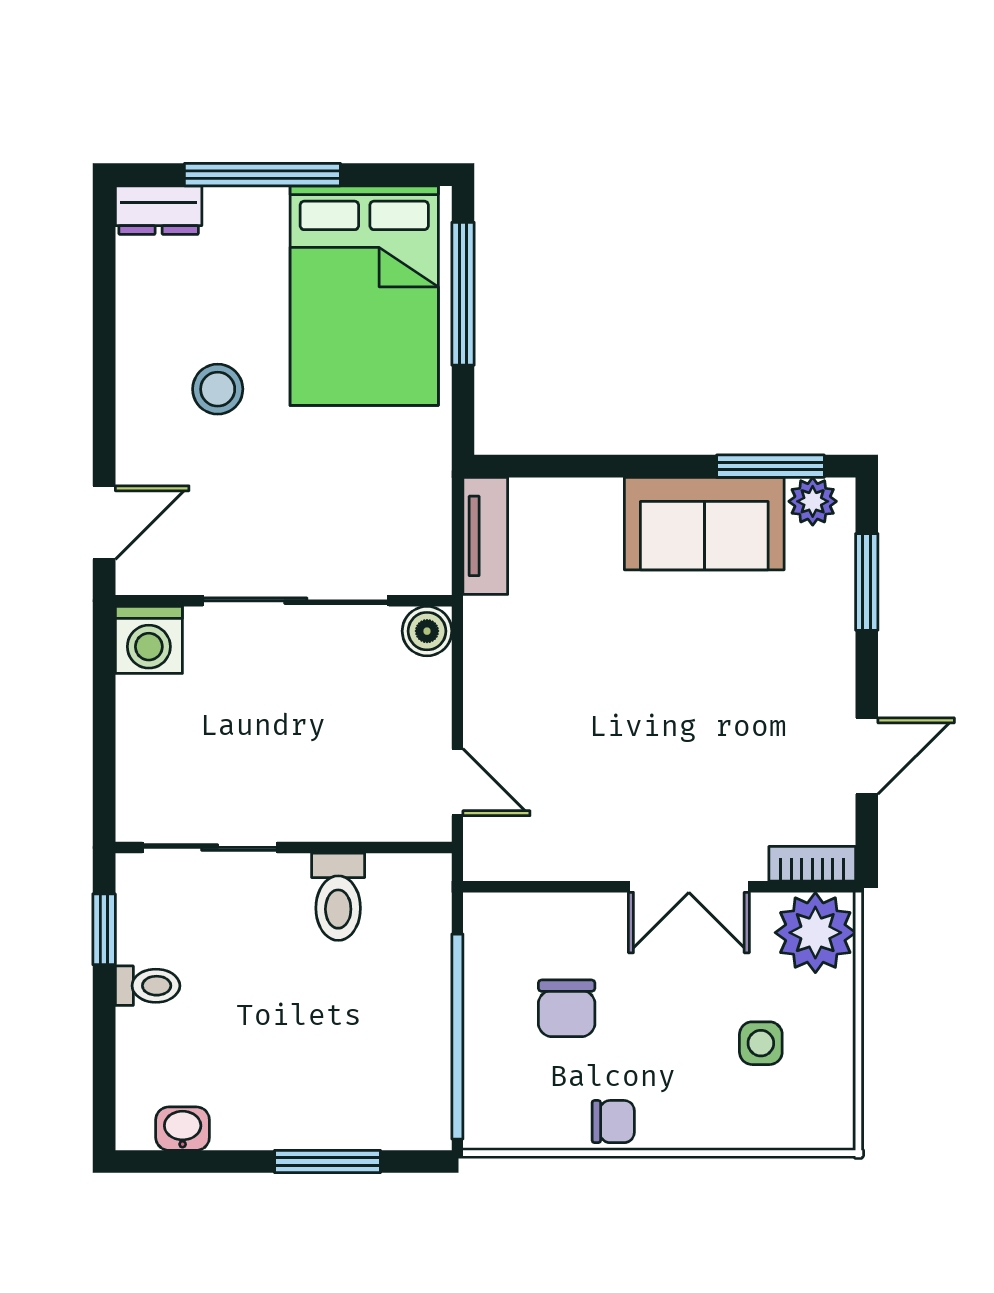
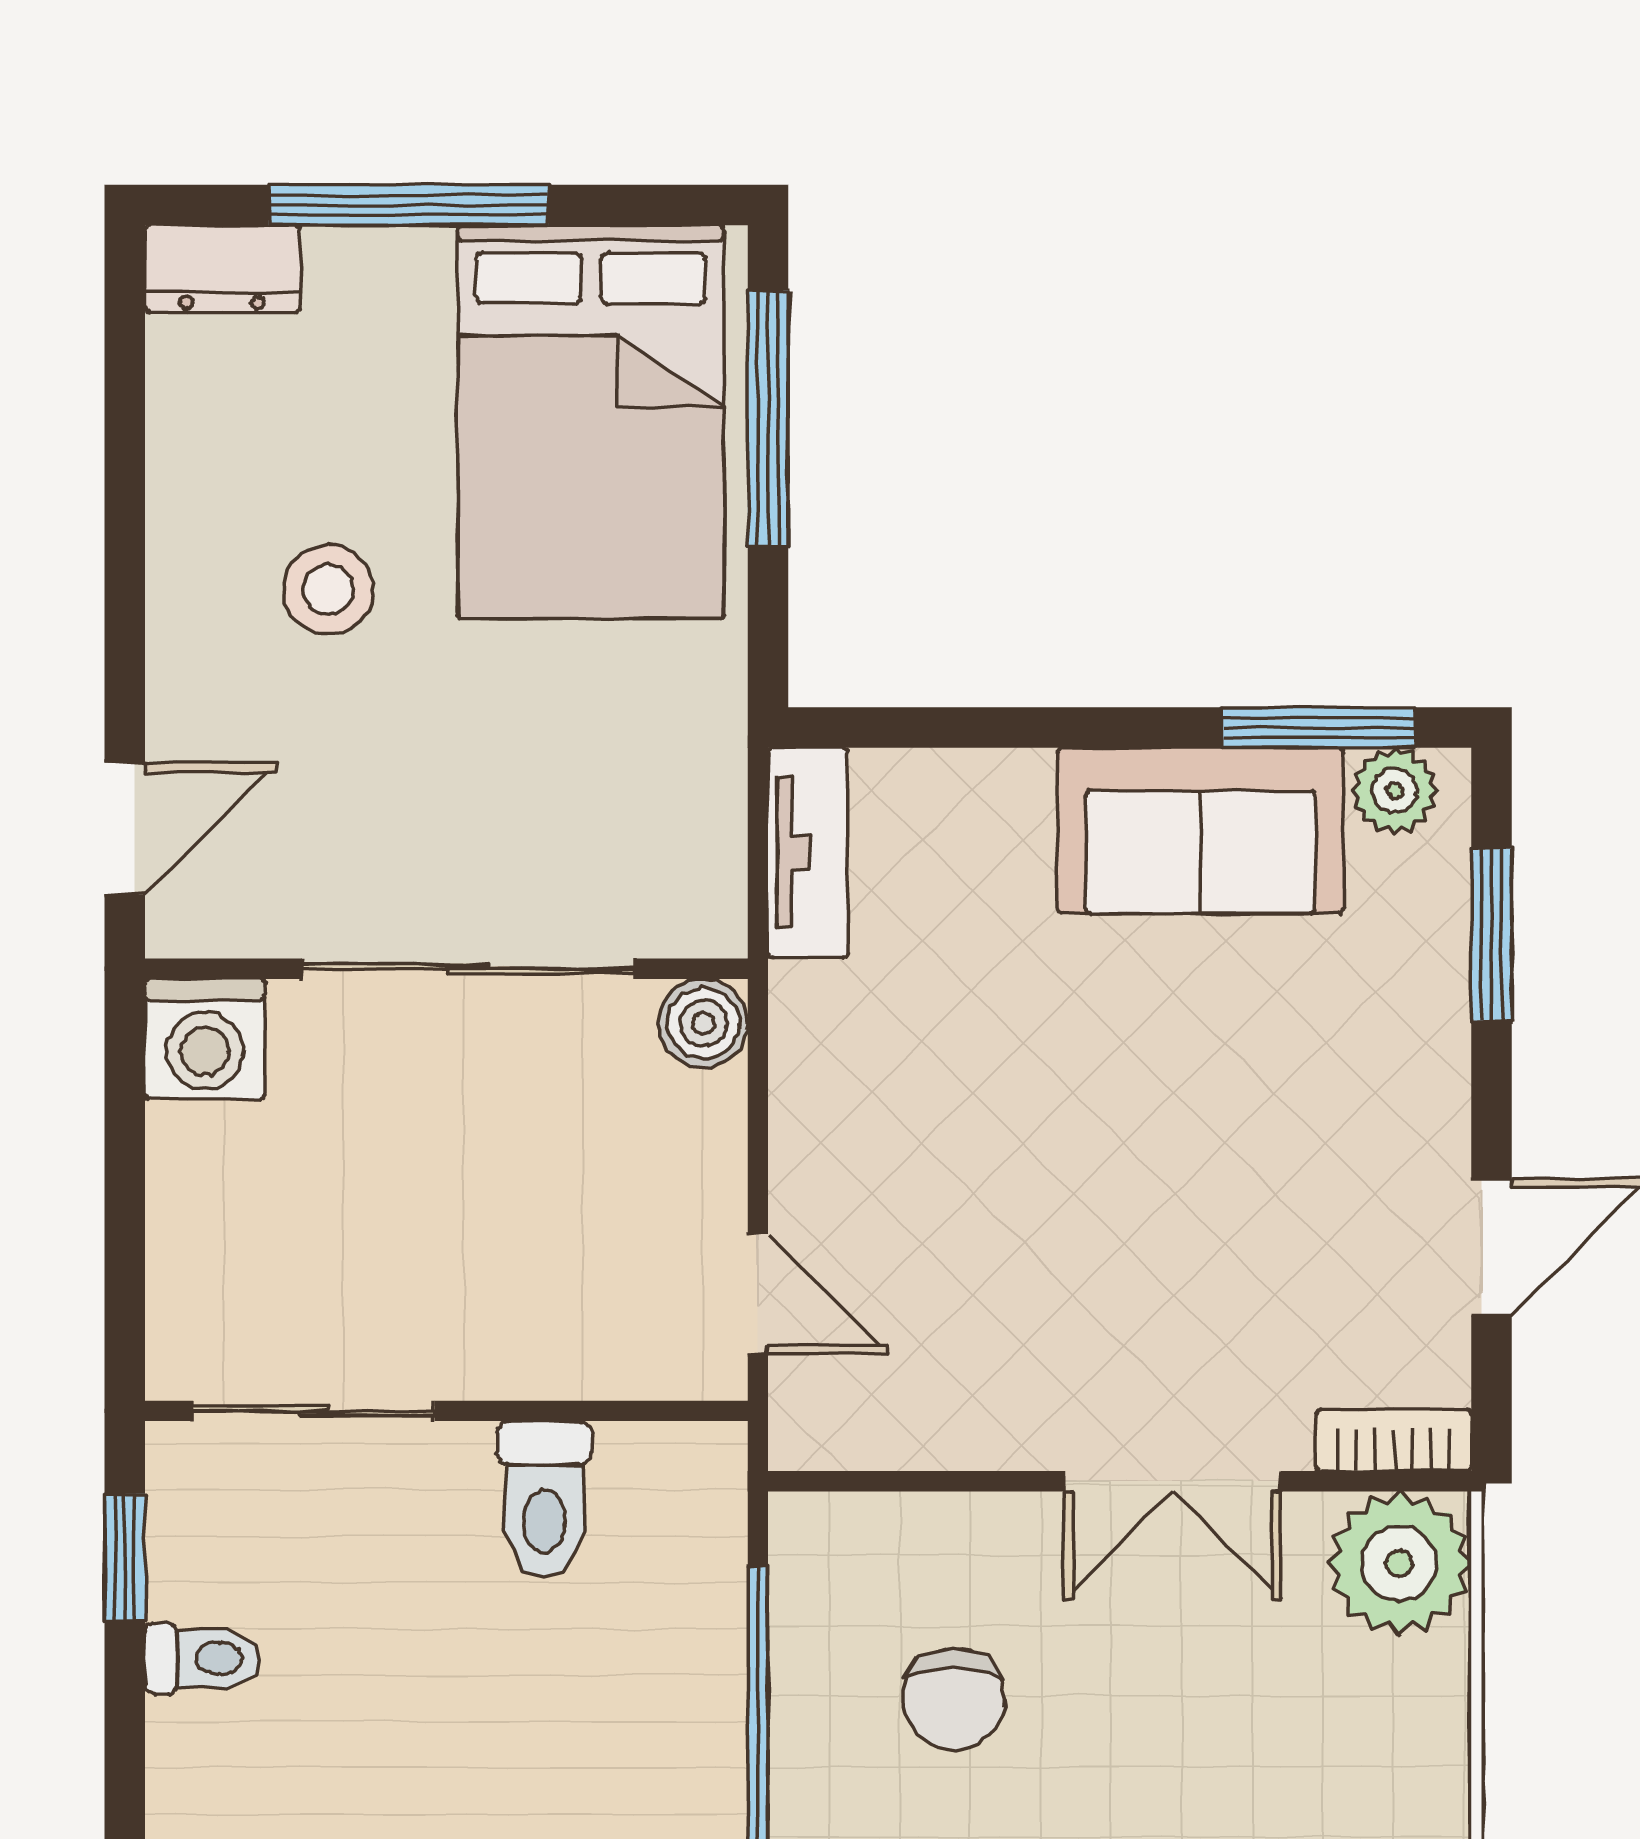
side table: (761, 1043) -> (1302, 1762), removed

